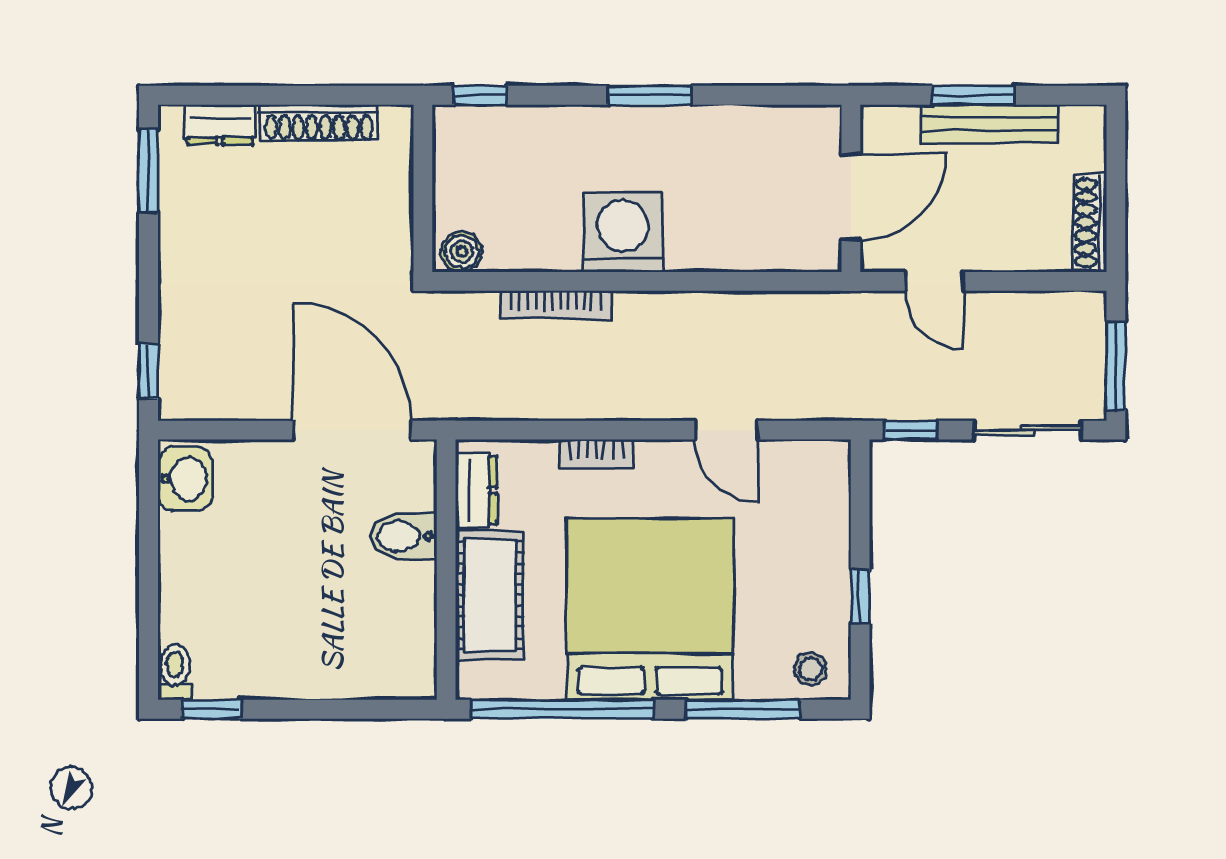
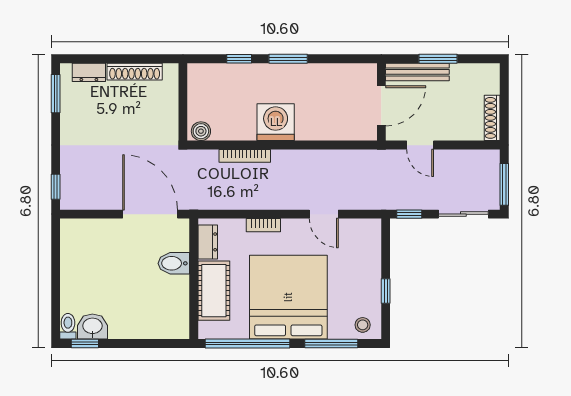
window: (480, 95) -> (239, 59), moved
bench: (989, 124) -> (417, 72), moved
washbasin: (185, 479) -> (92, 327), moved, turned -90

